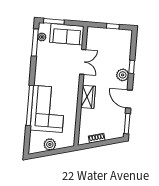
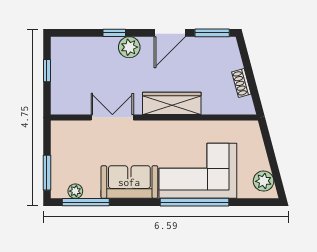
sofa: (67, 34) -> (129, 182), moved, turned -90
wardrobe: (88, 97) -> (172, 103), width x1.50
plant: (50, 144) -> (264, 181), moved

